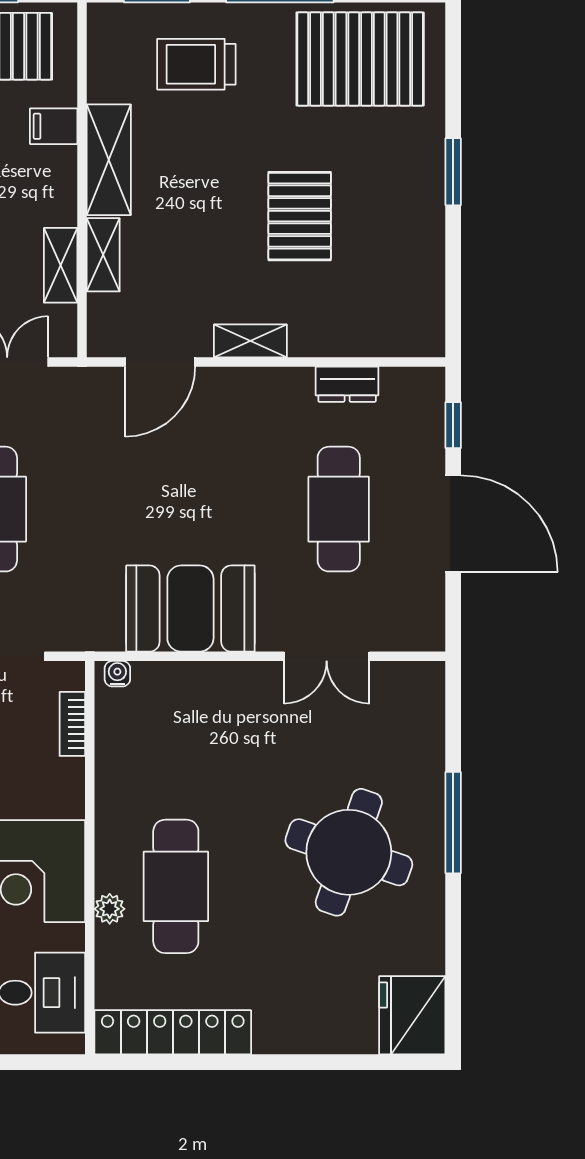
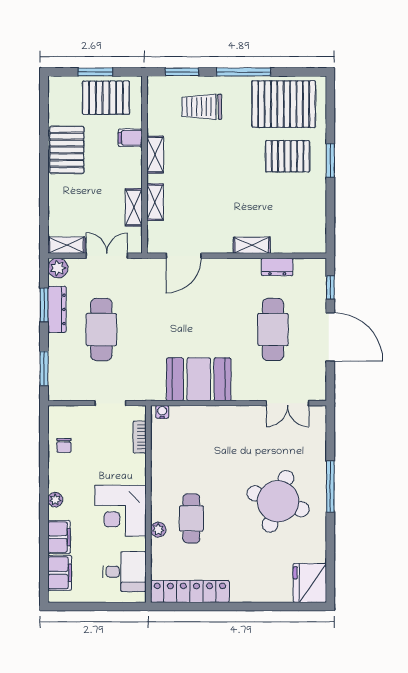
shelving: (109, 160) -> (155, 155), width x0.67, depth x0.75
pallet: (300, 216) -> (288, 156), moved, turned 90
shelving: (250, 341) -> (252, 245), moved
double door: (327, 656) -> (288, 403), moved
cafe table: (176, 886) -> (191, 518), width x0.73, depth x0.74

